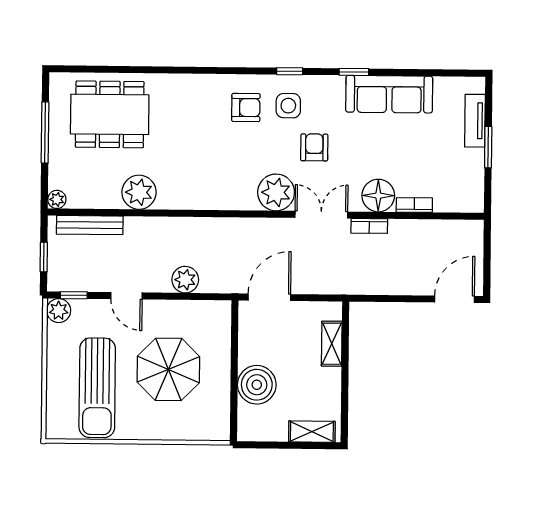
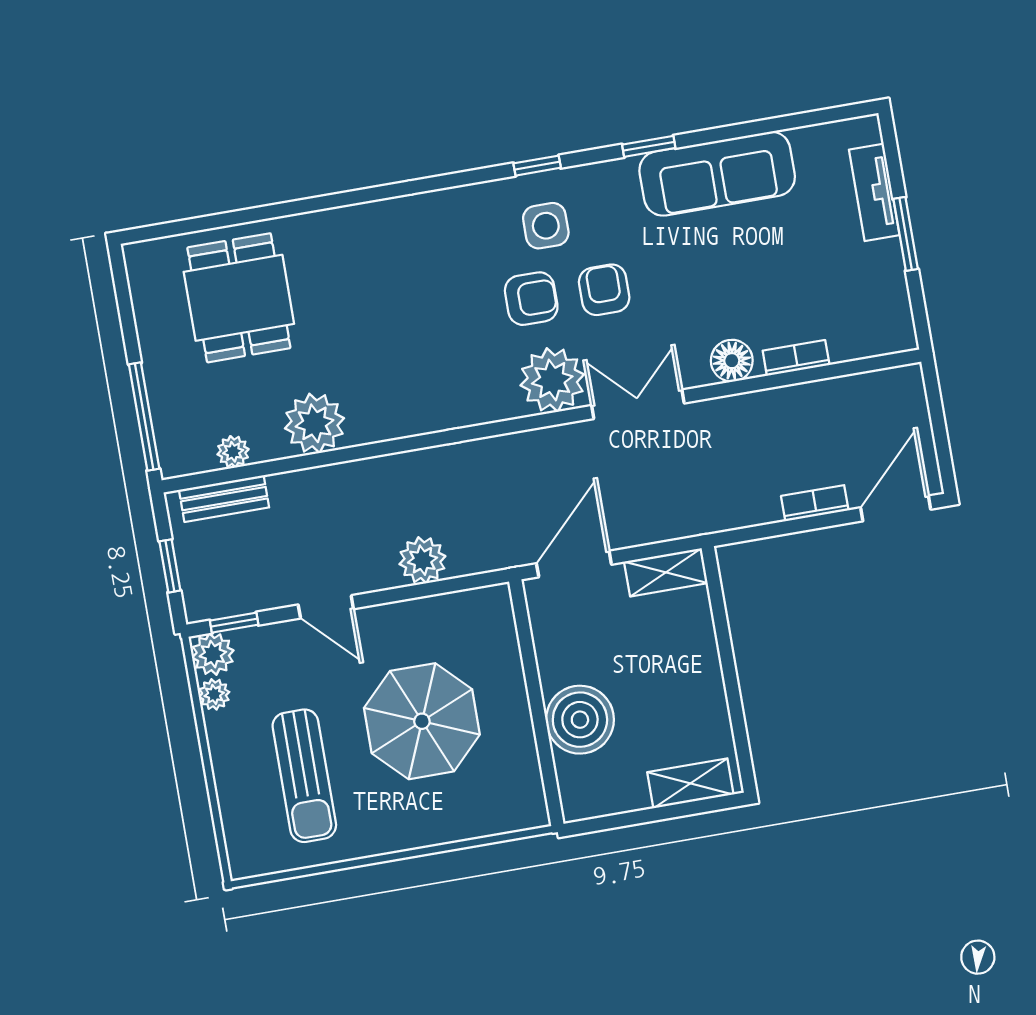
armchair: (246, 108) -> (531, 299), moved
dining table: (110, 114) -> (239, 298), width x0.73
window: (45, 132) -> (144, 417), moved
floor lamp: (378, 196) -> (732, 361), width x0.73, depth x0.73
plant: (57, 199) -> (233, 452), moved
bench: (90, 225) -> (224, 499), width x0.73
bookcase: (369, 226) -> (815, 503), moved, turned 180
plant: (55, 333) -> (214, 694), added
shelving: (332, 344) -> (666, 572), moved, turned 90
sun lounger: (97, 388) -> (304, 776), width x0.73, depth x0.75

